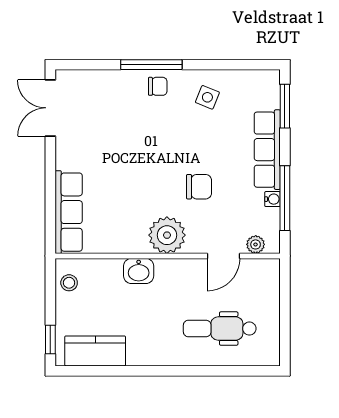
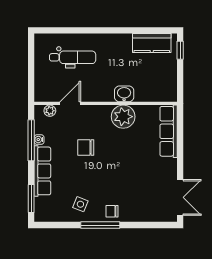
window: (151, 65) -> (100, 225), moved
plant: (167, 235) -> (123, 117), moved
stool: (69, 283) -> (168, 86), removed

